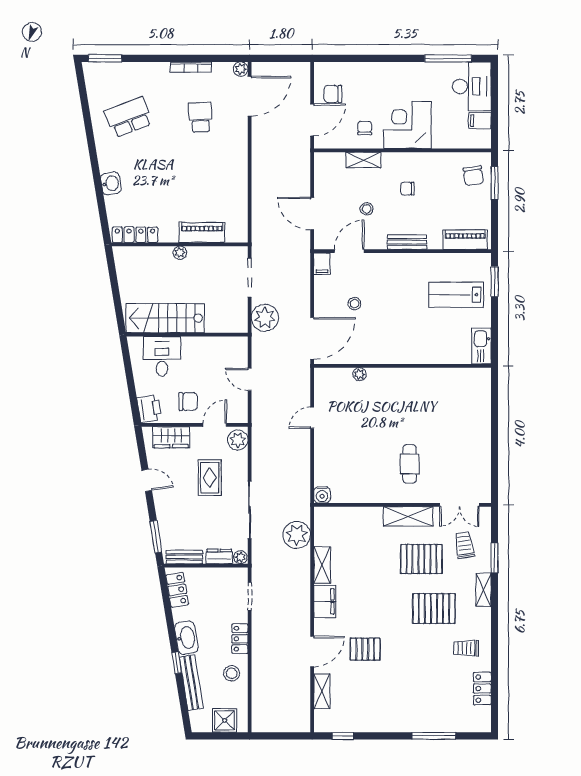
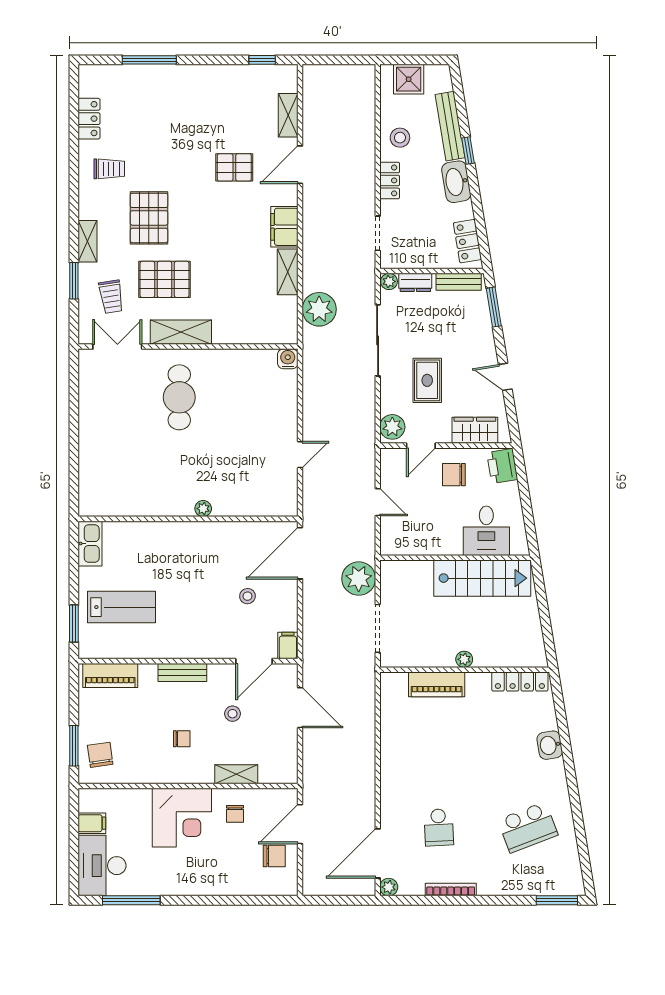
plant: (360, 374) -> (203, 509), moved
cafe table: (410, 464) -> (179, 397), width x1.37, depth x1.35
pallet: (434, 609) -> (149, 218), turned 90

